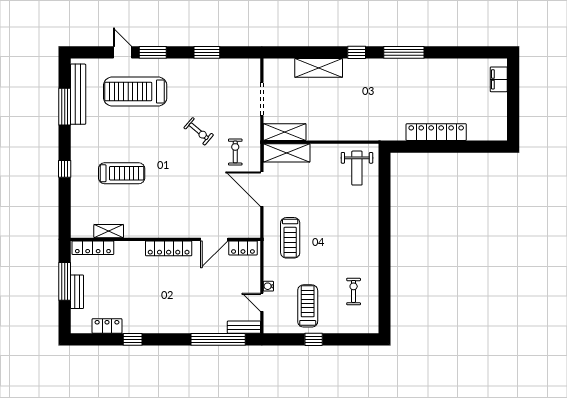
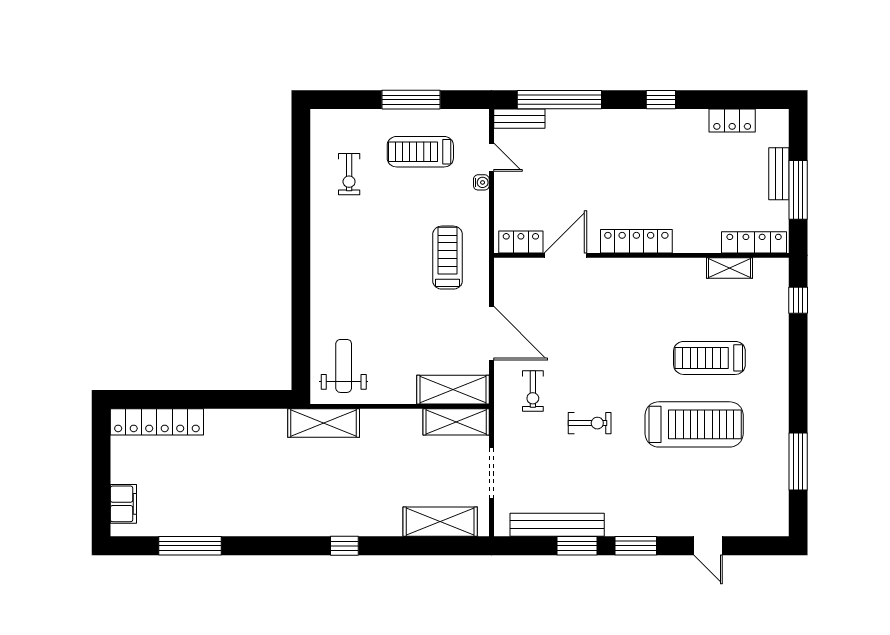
window: (153, 52) -> (636, 546), moved
window: (404, 52) -> (190, 546), moved
shelving: (319, 68) -> (440, 522), moved
treadmill: (135, 92) -> (694, 424), moved
bench: (78, 94) -> (557, 525), moved, turned 90
exercise bike: (199, 131) -> (590, 423), turned 140
shelving: (370, 131) -> (324, 423), added
locker: (436, 132) -> (157, 422), moved
window: (65, 169) -> (798, 300), moved
treadmill: (308, 306) -> (420, 152), turned 90
window: (133, 339) -> (661, 100), moved
window: (314, 339) -> (411, 100), width x2.17

